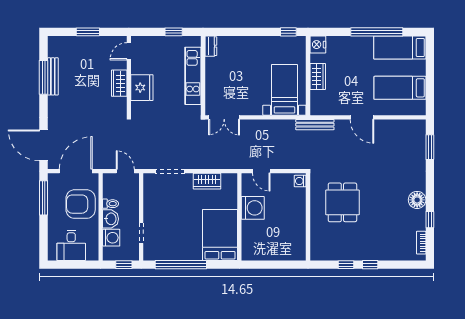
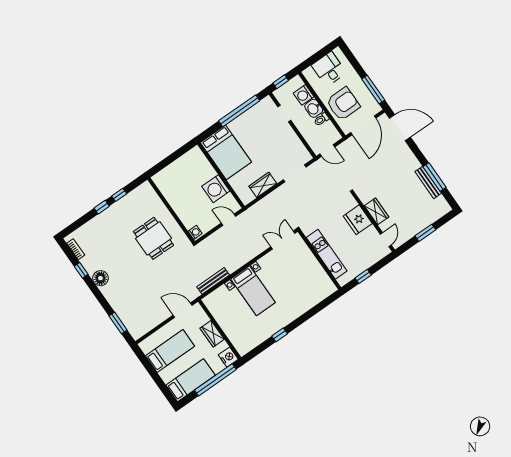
nightstand: (318, 45) -> (228, 357), moved
dresser: (211, 46) -> (329, 285), removed
wall: (308, 76) -> (220, 329), moved
wardrobe: (318, 76) -> (212, 334), moved

